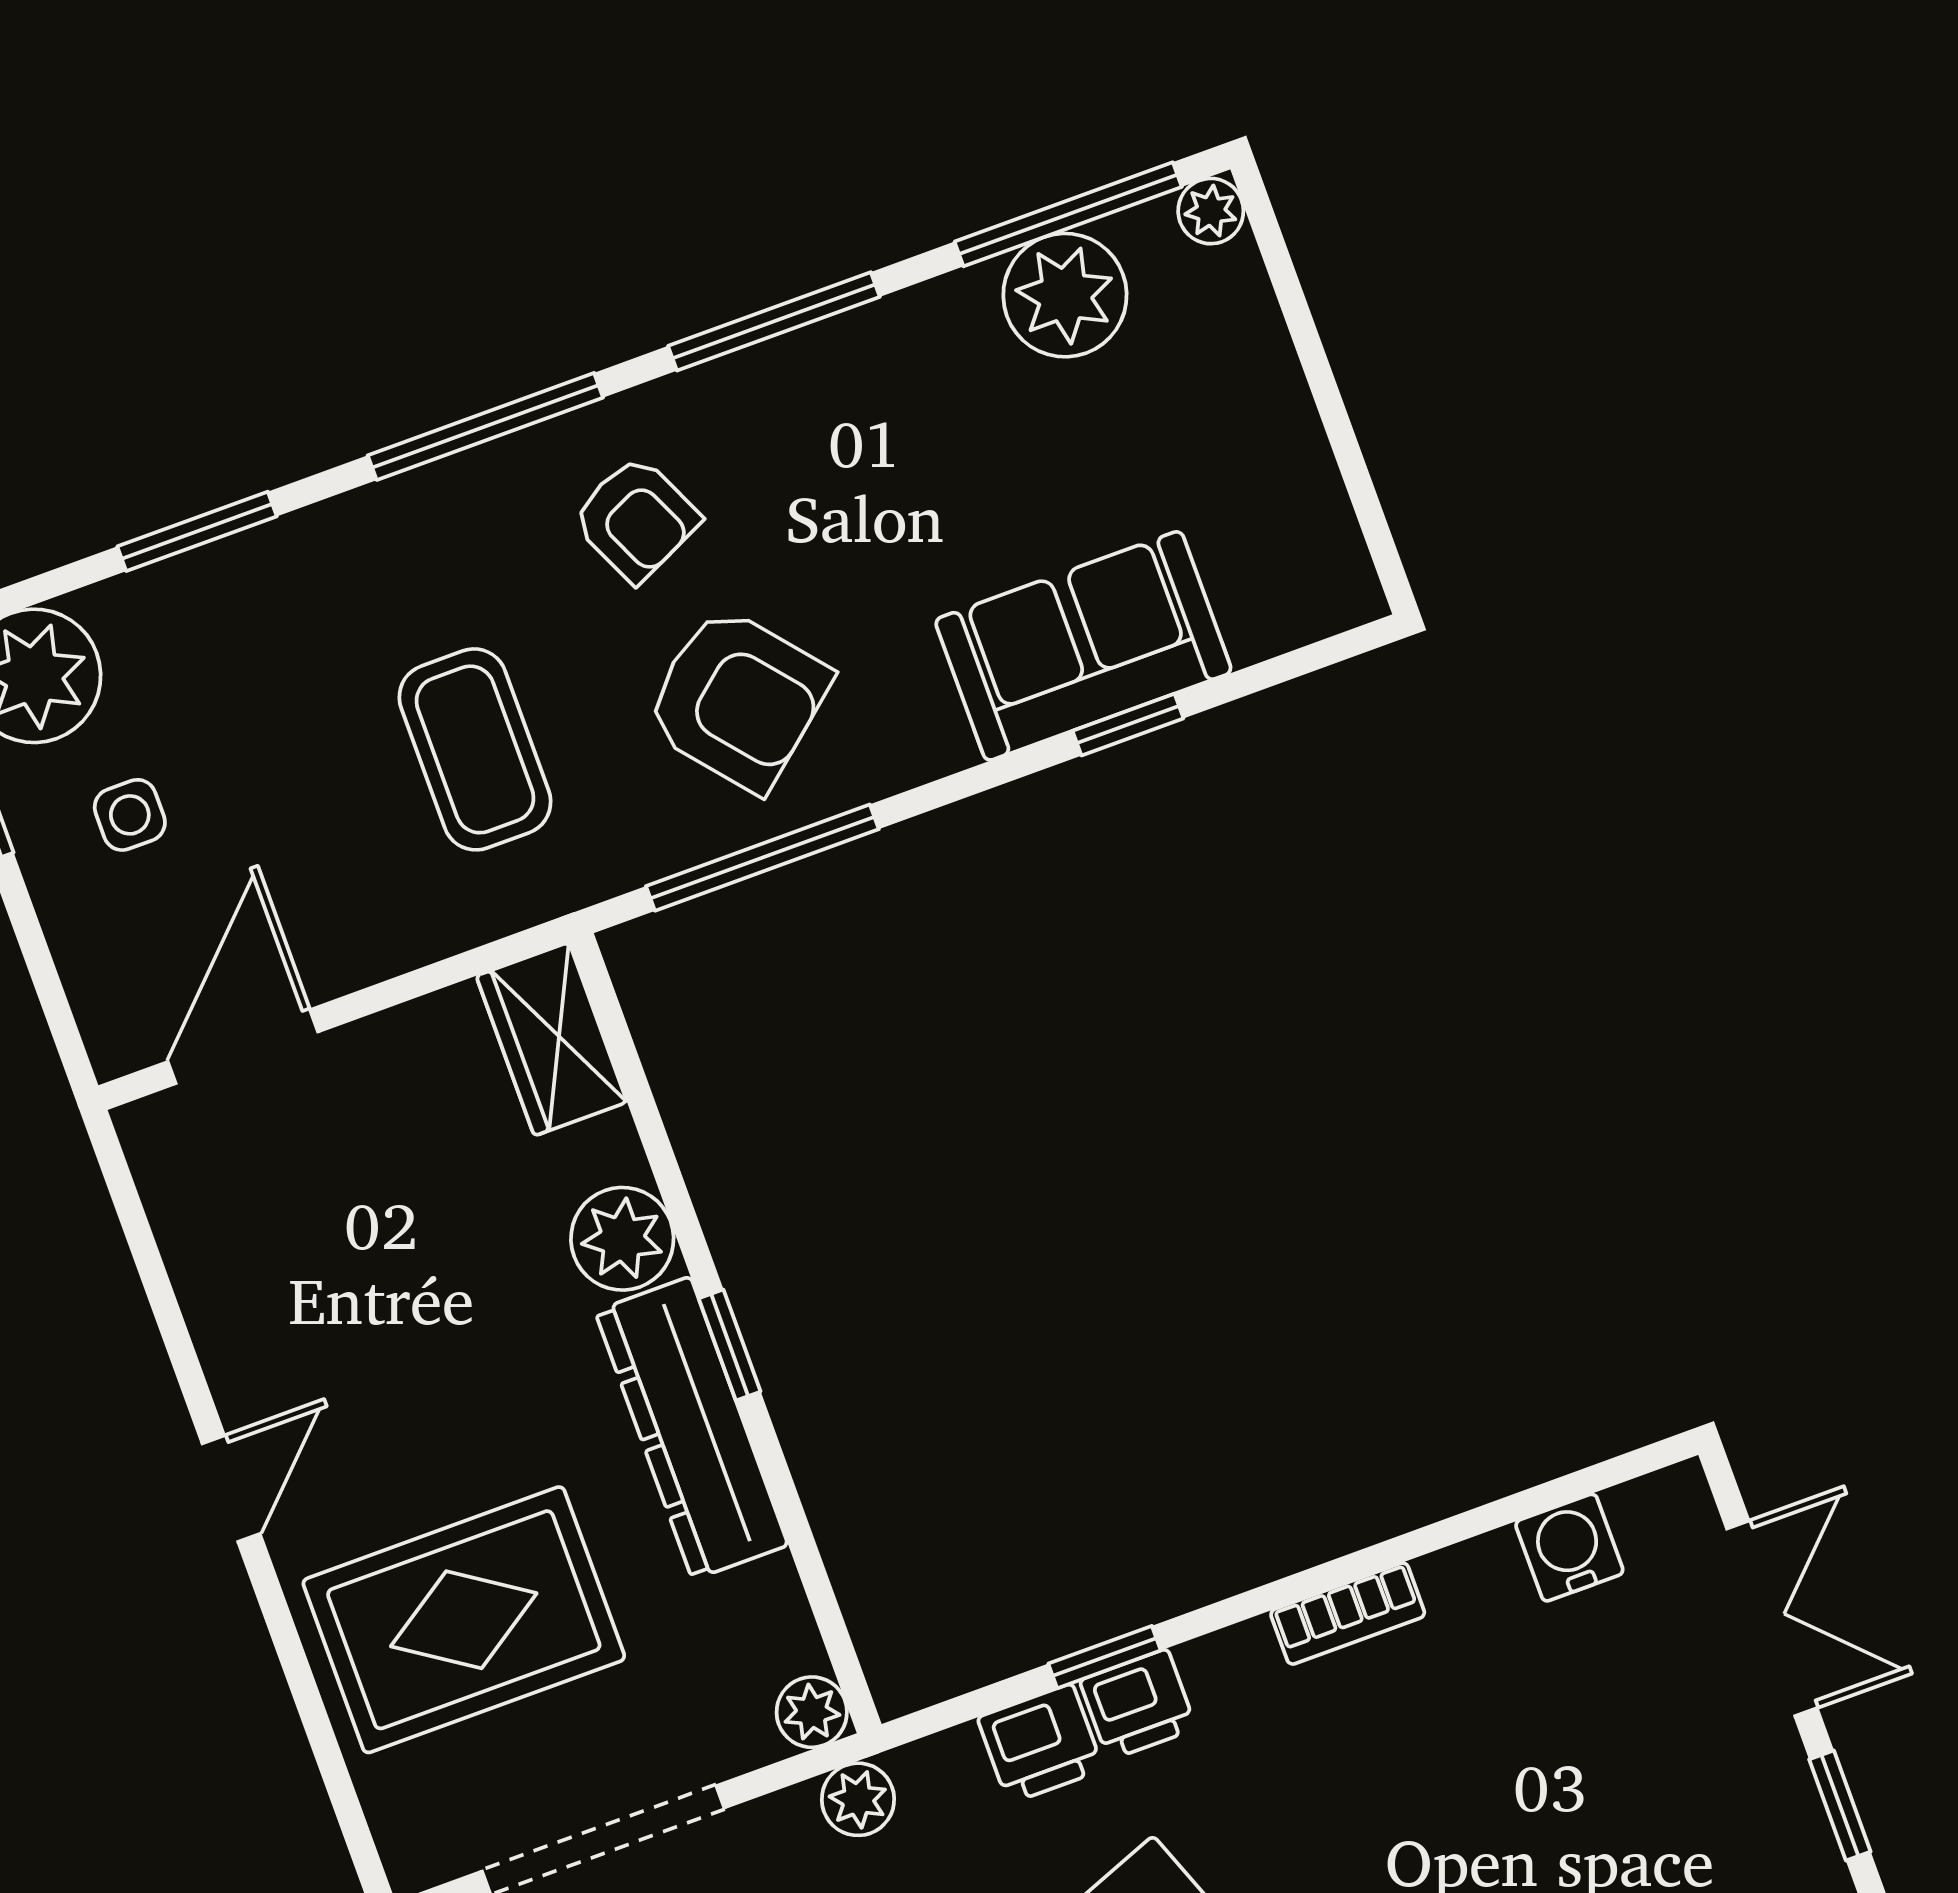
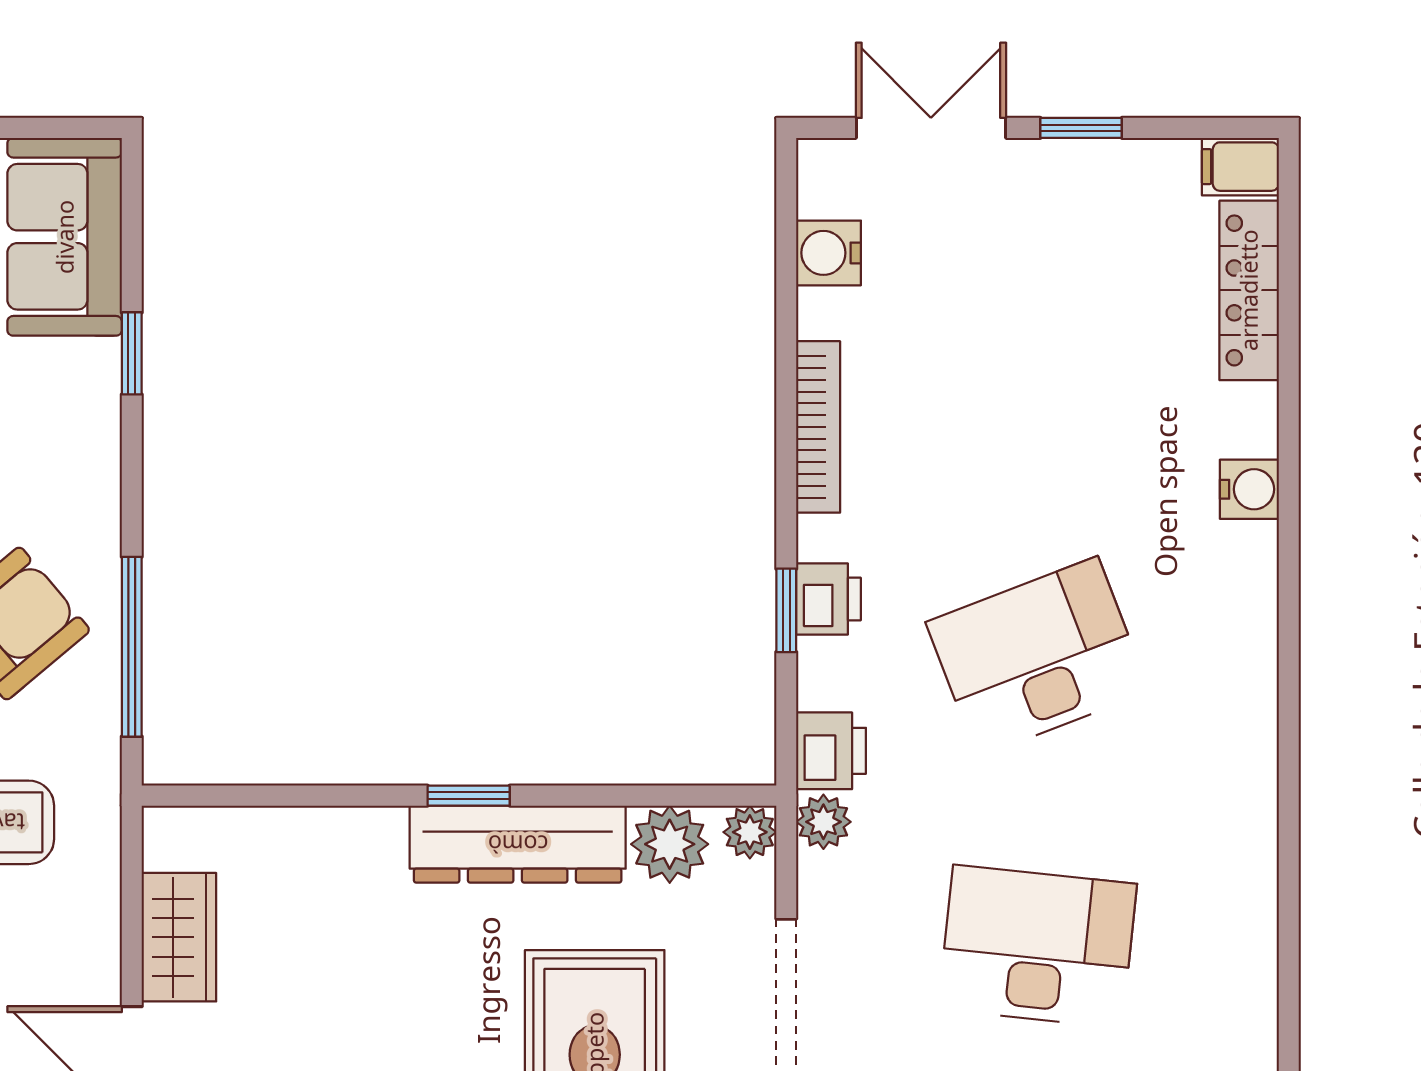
sofa: (1083, 646) -> (65, 237), moved
wardrobe: (552, 1039) -> (179, 937), moved, turned -90
plant: (622, 1239) -> (670, 844), moved
bookcase: (1348, 1614) -> (818, 427), width x1.56
printer: (1040, 1744) -> (831, 751), moved

